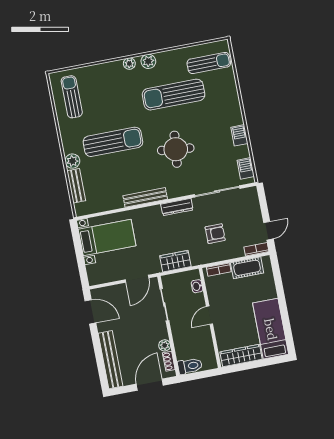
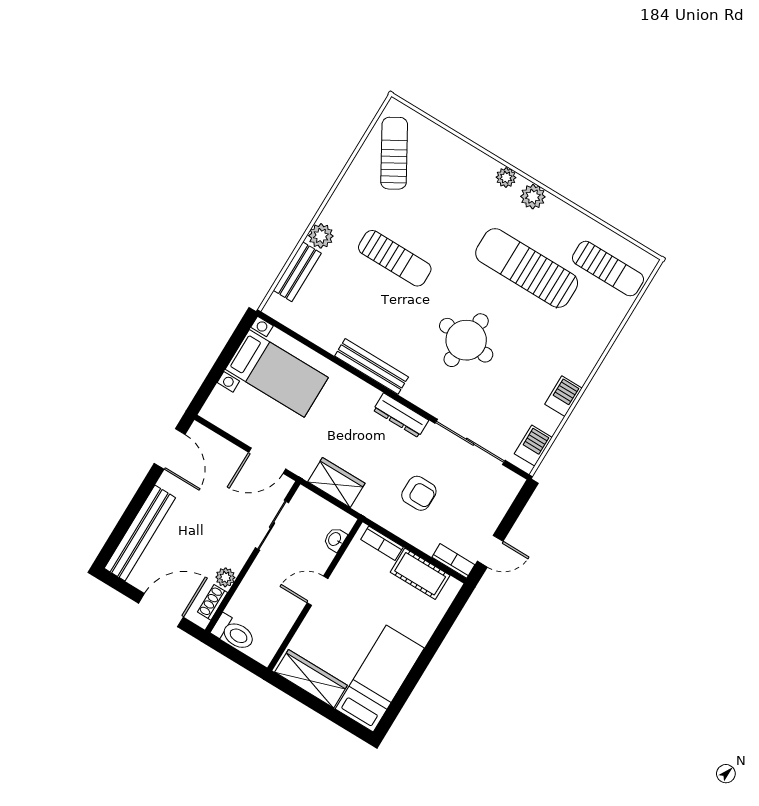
sun lounger: (72, 97) -> (394, 153), turned -30
sun lounger: (113, 142) -> (395, 258), width x0.73, depth x0.75

